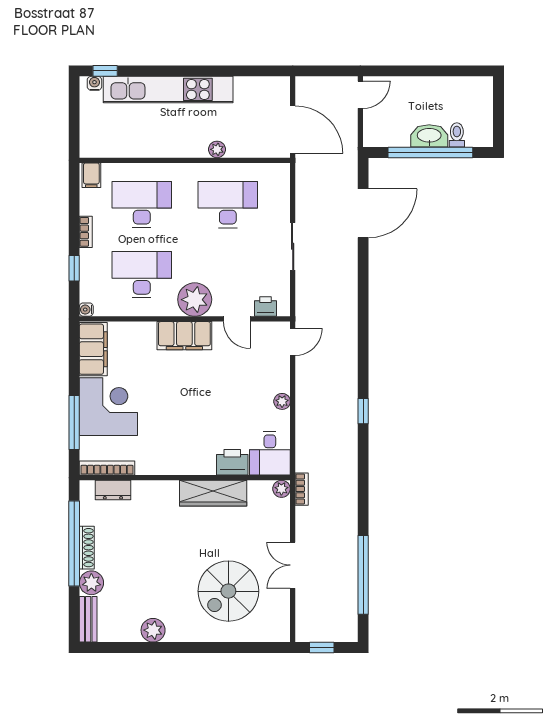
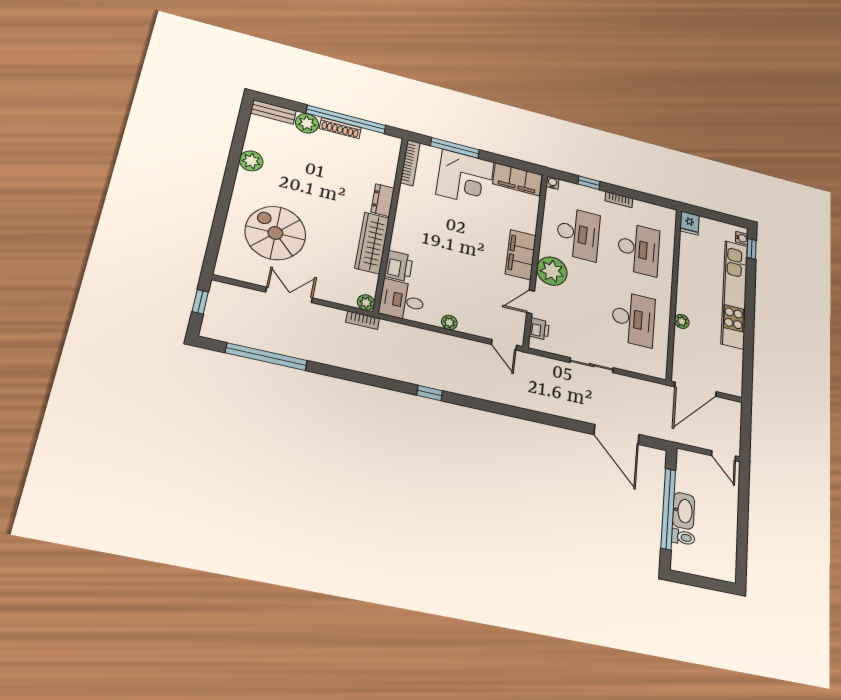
fridge: (93, 147) -> (690, 223), added
filing cabinet: (91, 175) -> (666, 216), removed
dresser: (113, 490) -> (383, 200), moved

